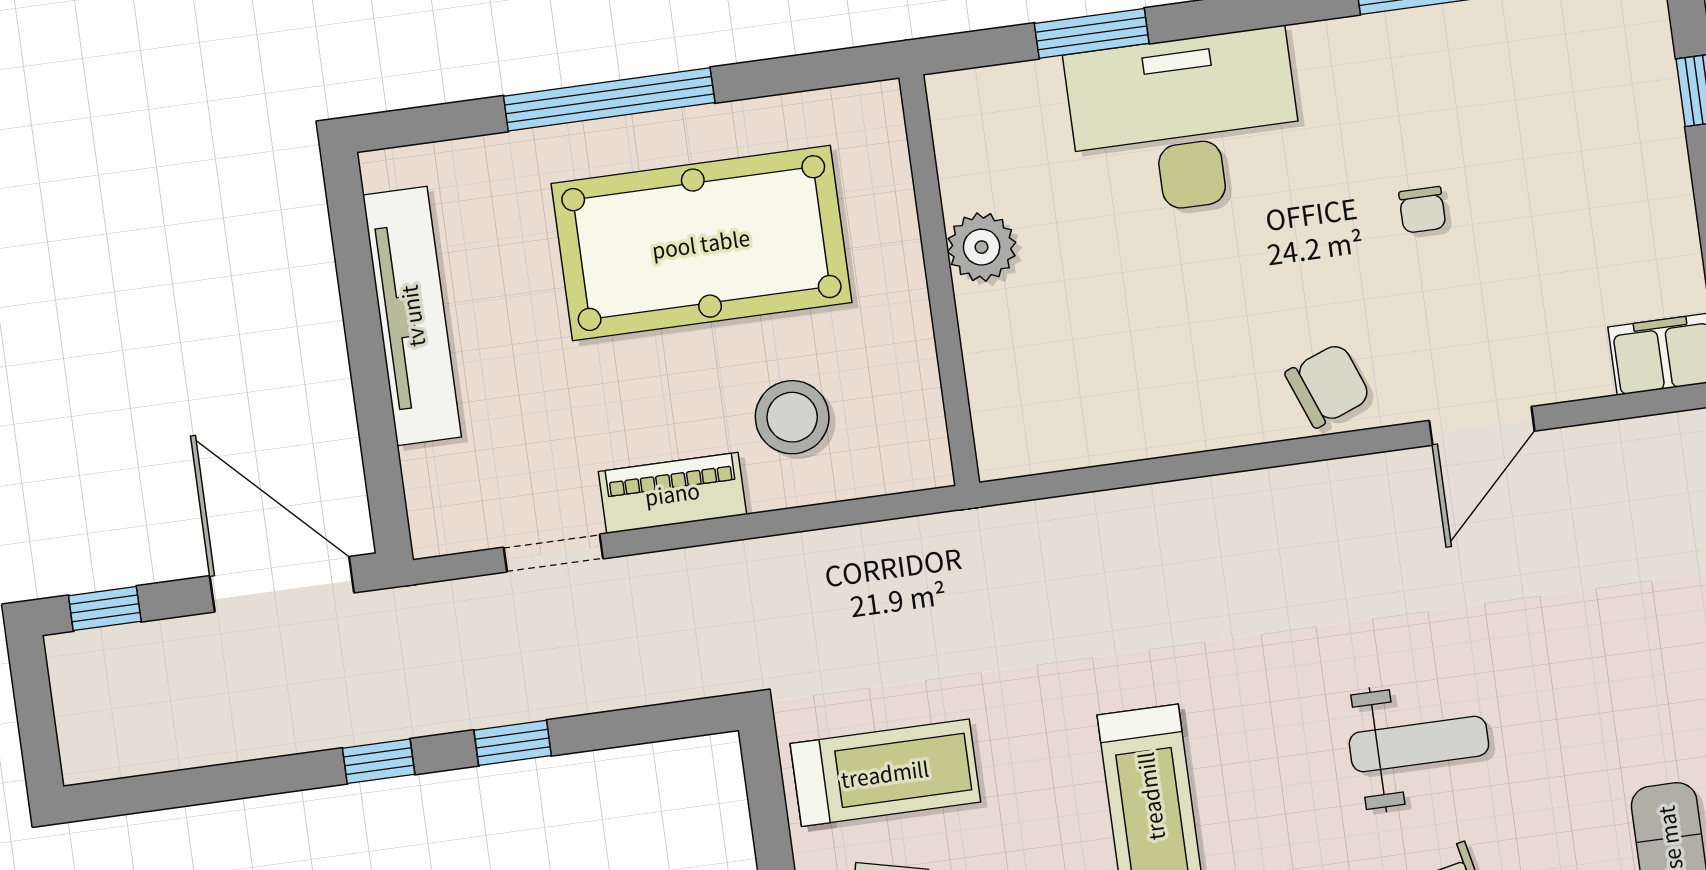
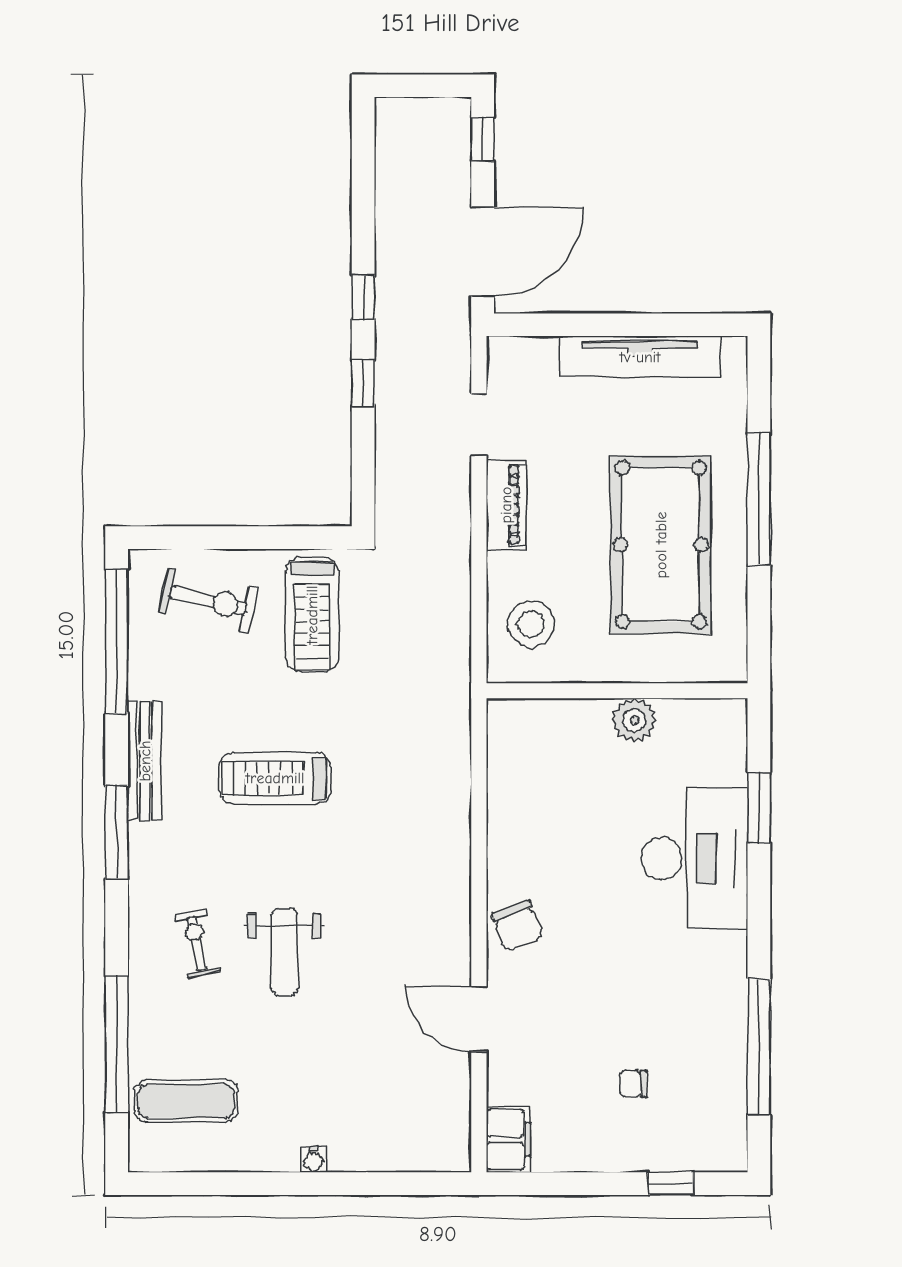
chair: (1422, 210) -> (633, 1084), moved
stool: (792, 417) -> (531, 624), moved

